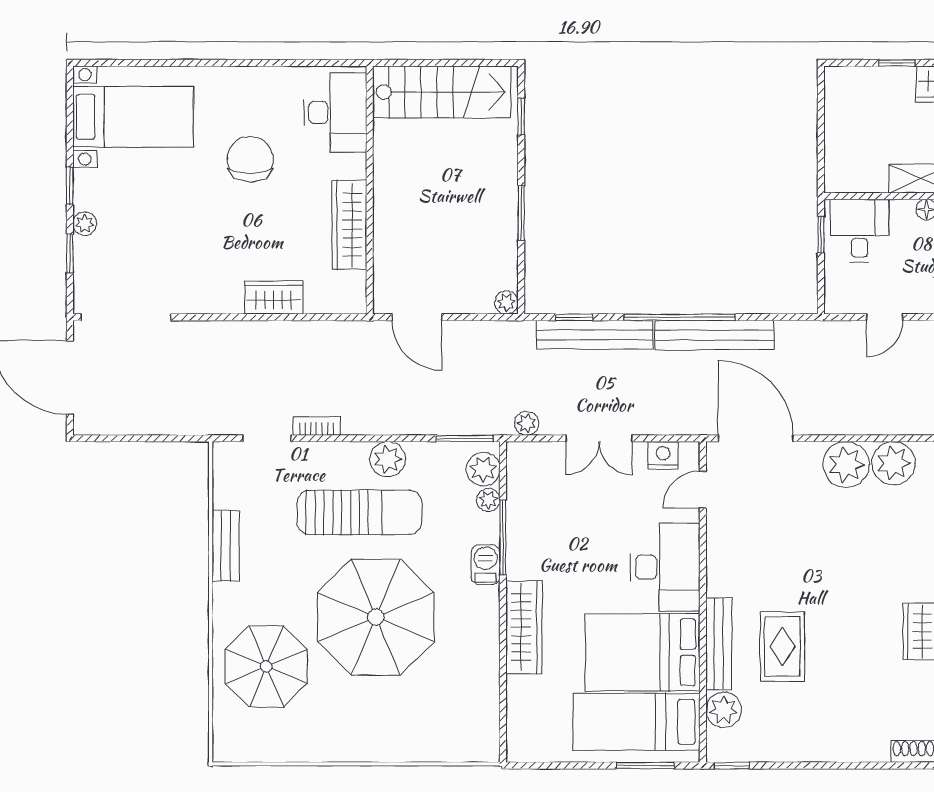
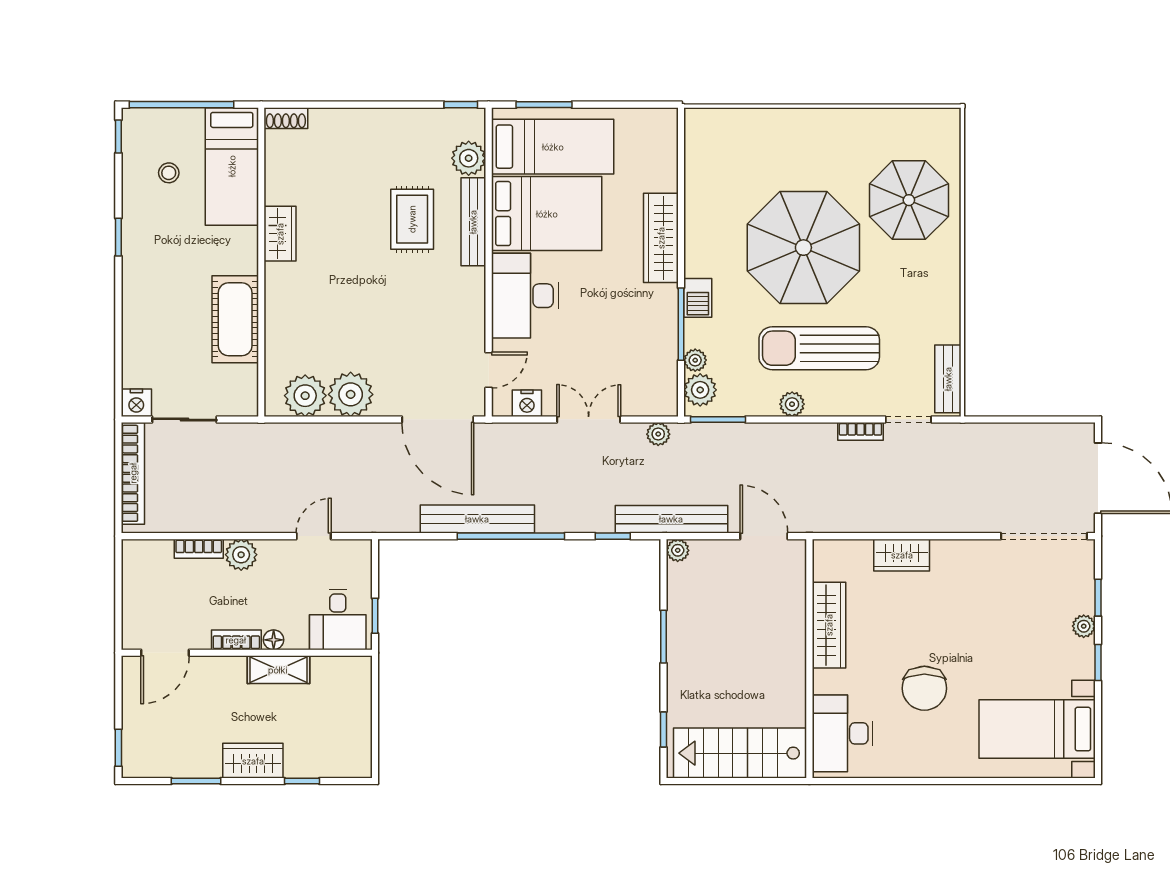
bench: (595, 335) -> (671, 519), moved
plant: (388, 459) -> (792, 404), width x0.73, depth x0.73
bench: (226, 546) -> (948, 379), moved

